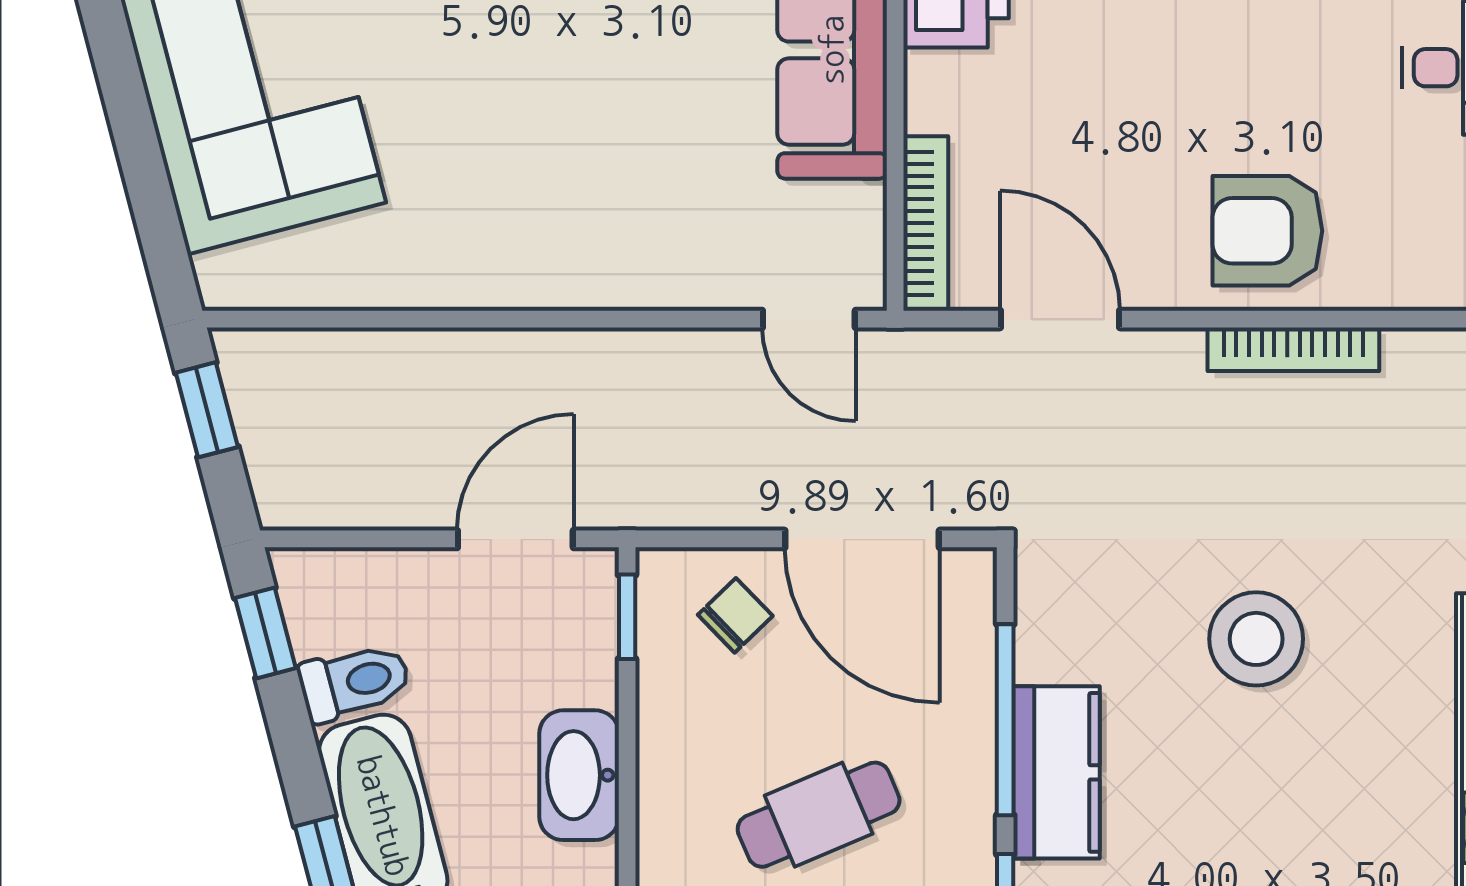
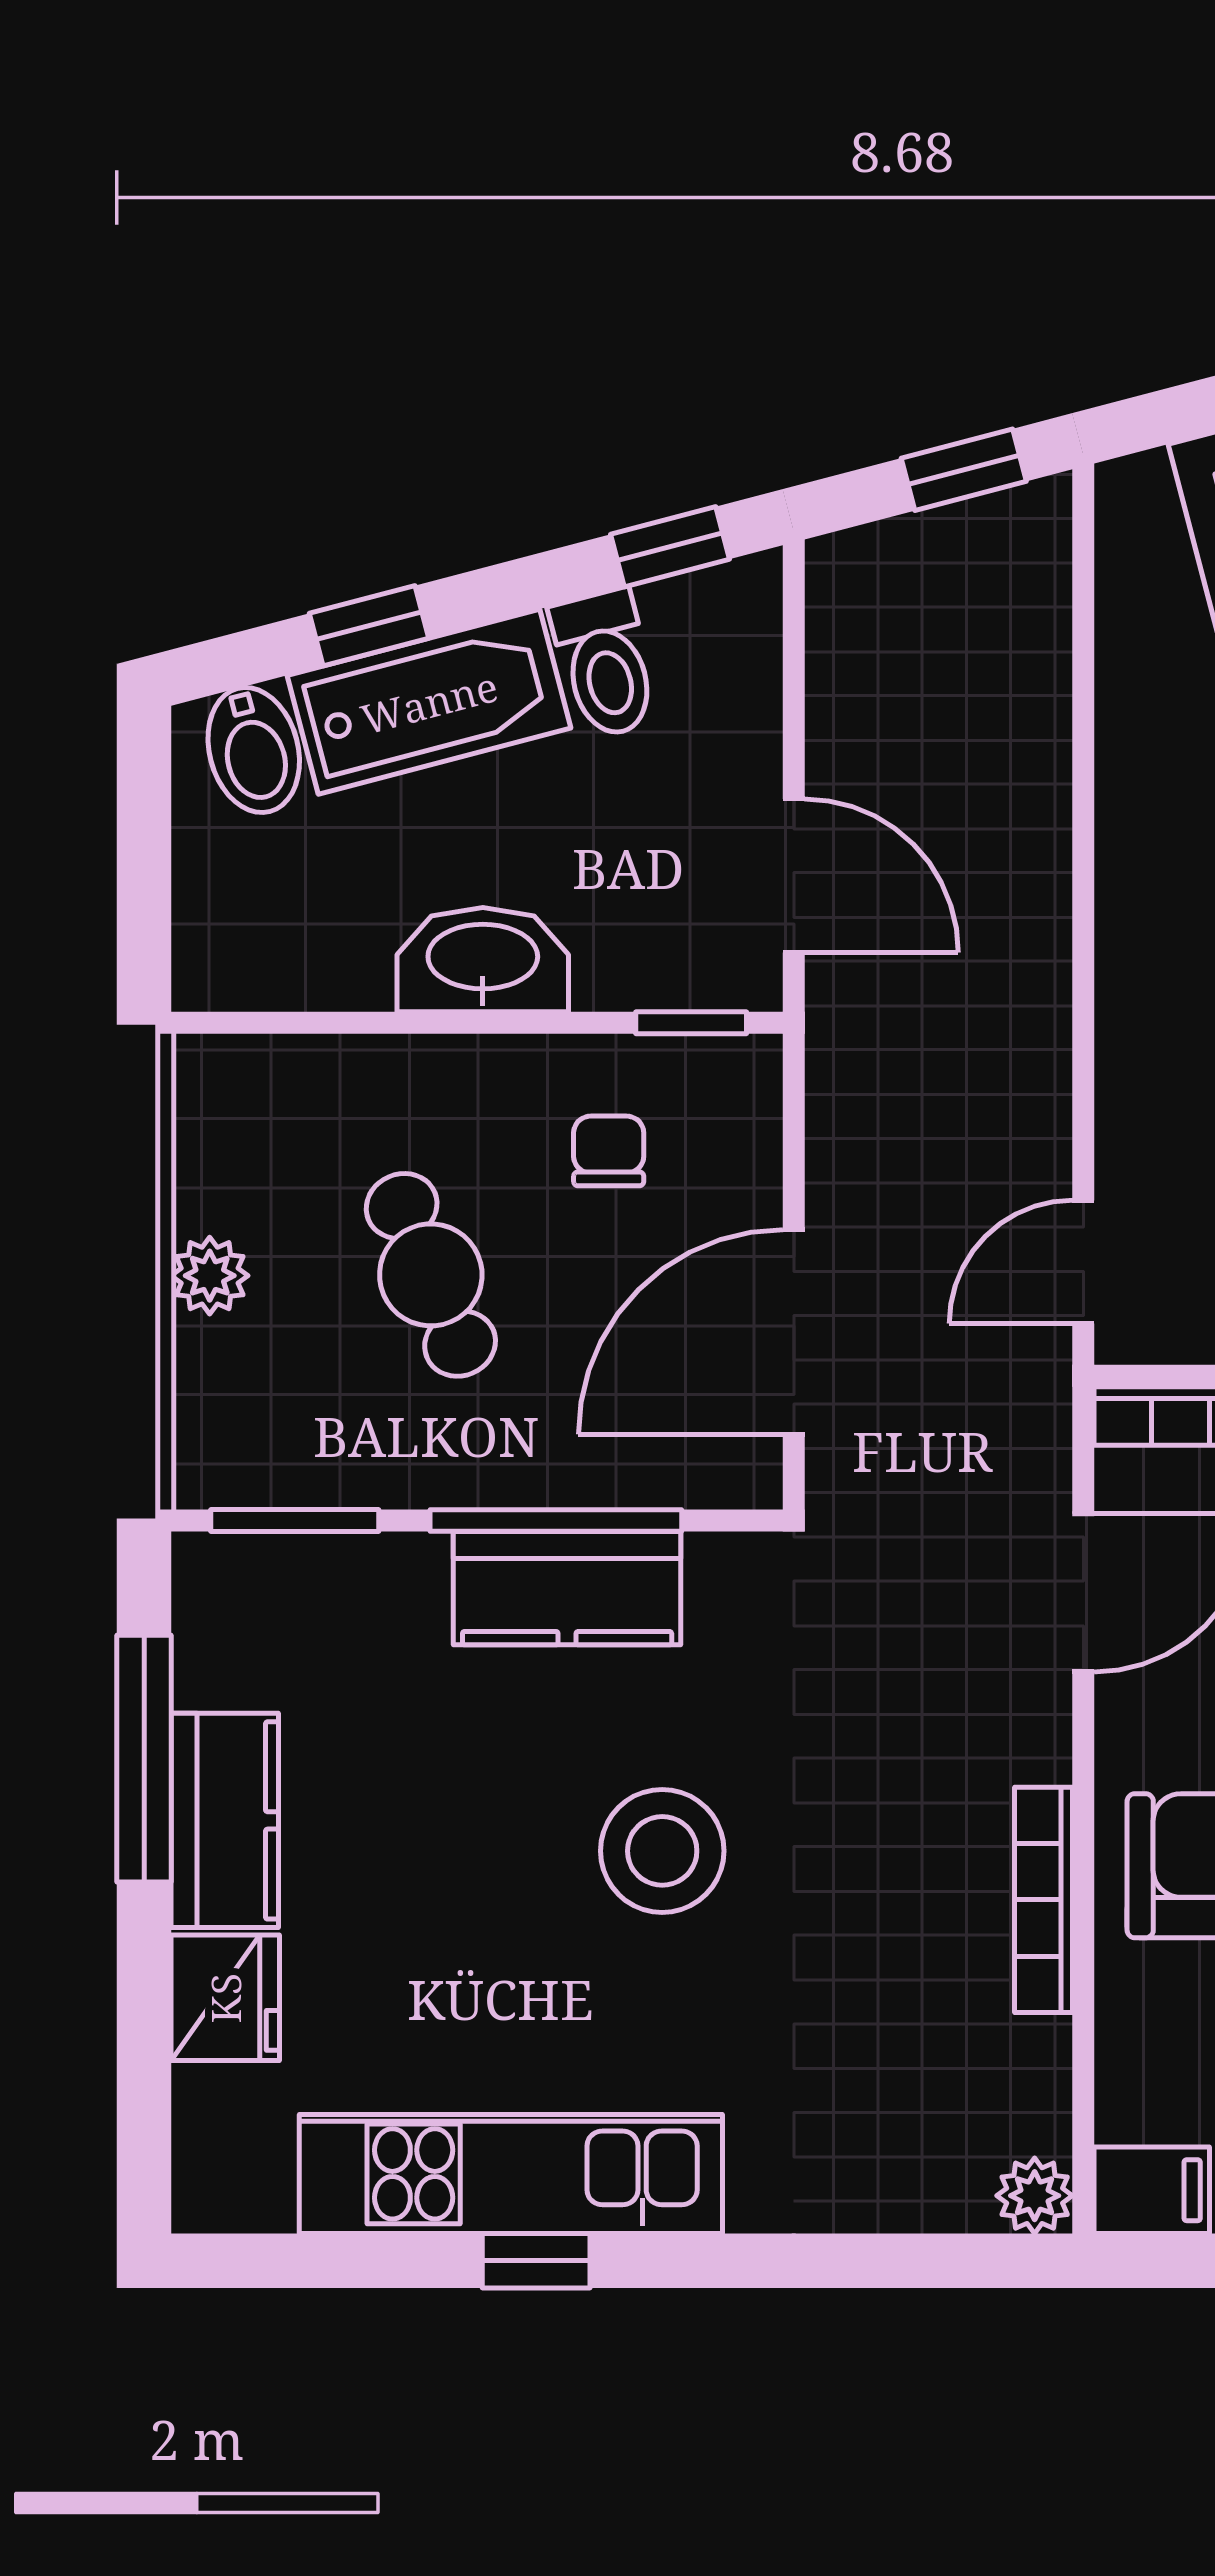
chair: (735, 615) -> (609, 1151), moved, turned -136
kitchen counter: (1057, 772) -> (567, 1588), moved

